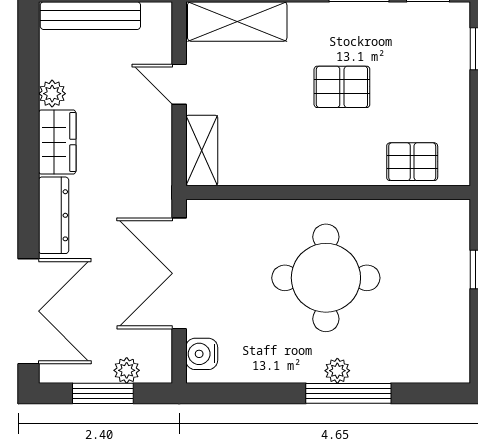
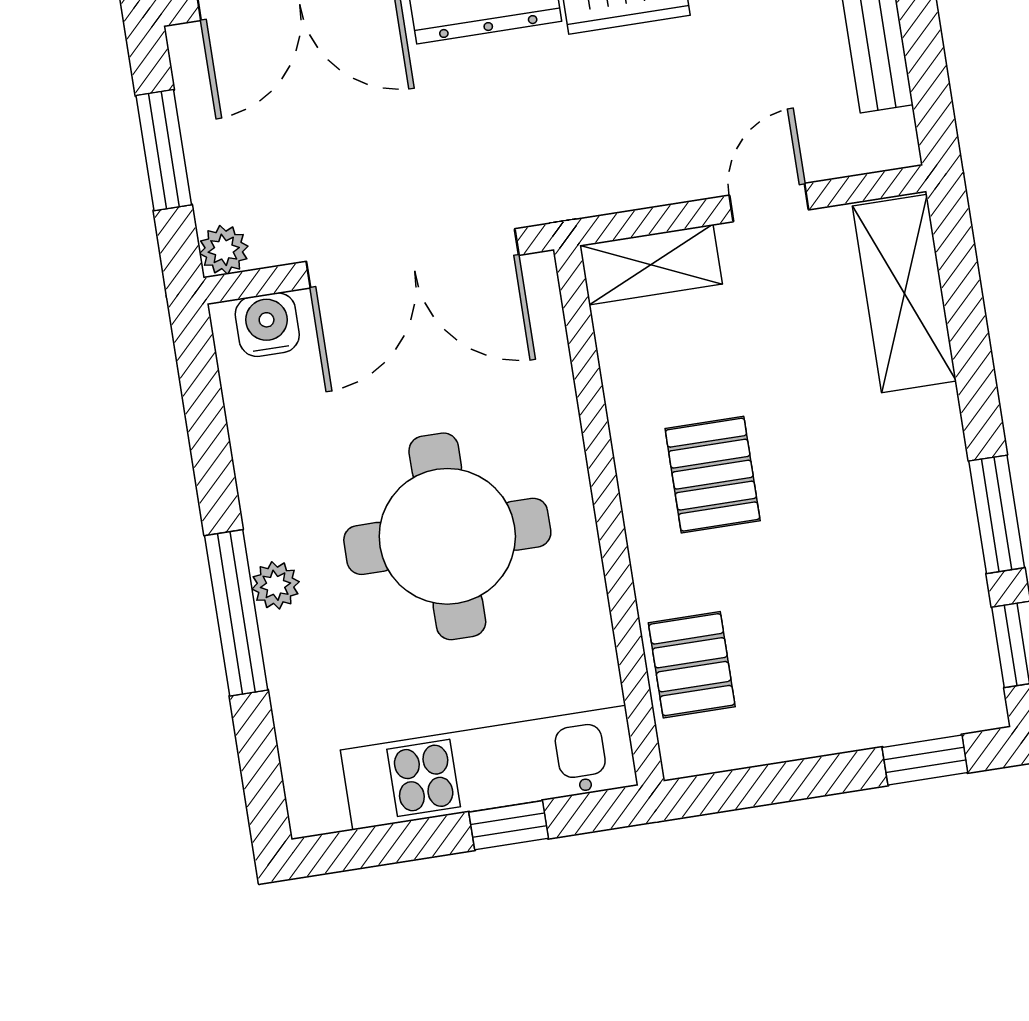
pallet: (342, 87) -> (713, 475), moved
double door: (179, 273) -> (413, 258), swing flipped
kitchen unit: (449, 275) -> (489, 768), added
plant: (127, 370) -> (224, 250), moved

